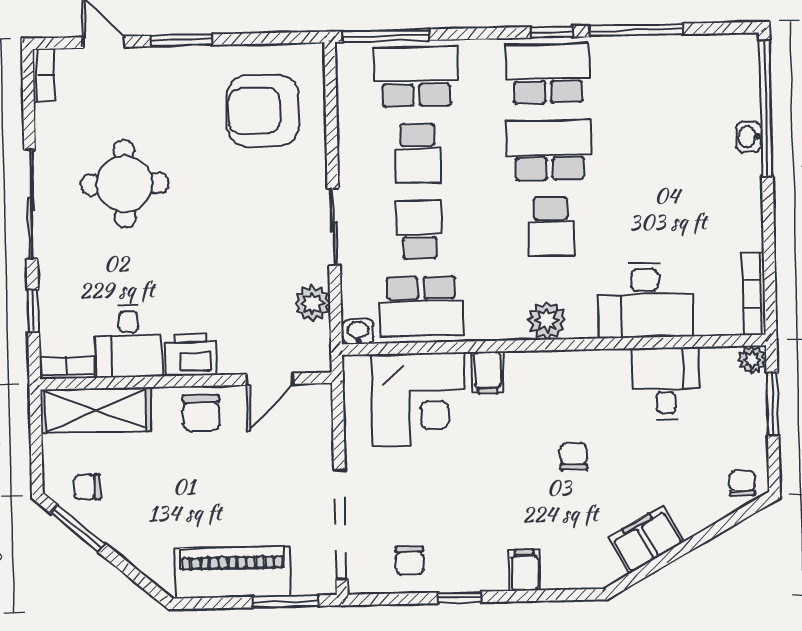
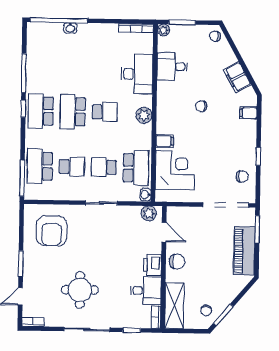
plant: (312, 303) -> (149, 213), moved
filing cabinet: (525, 570) -> (248, 113), moved

